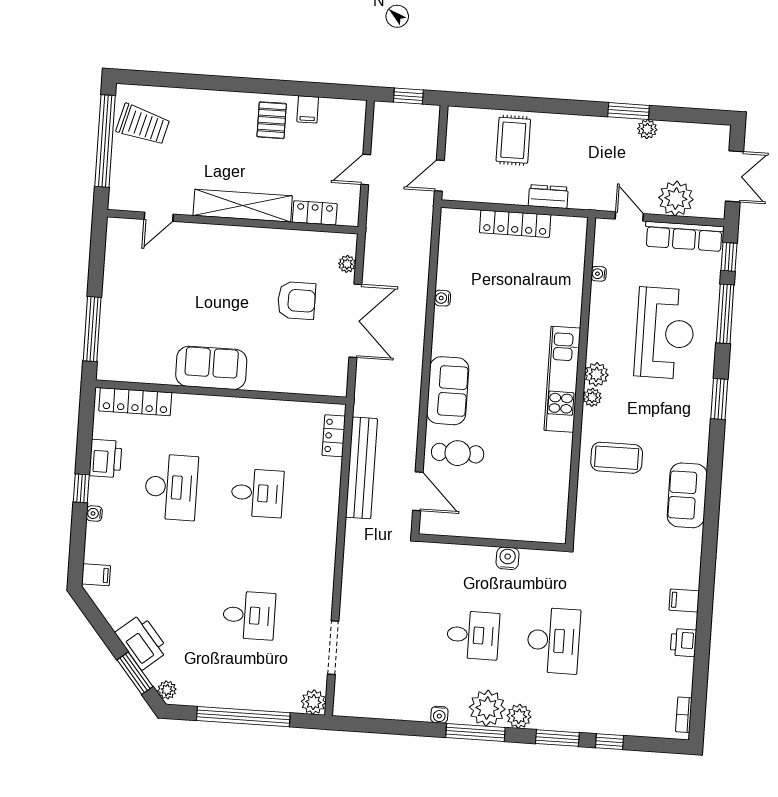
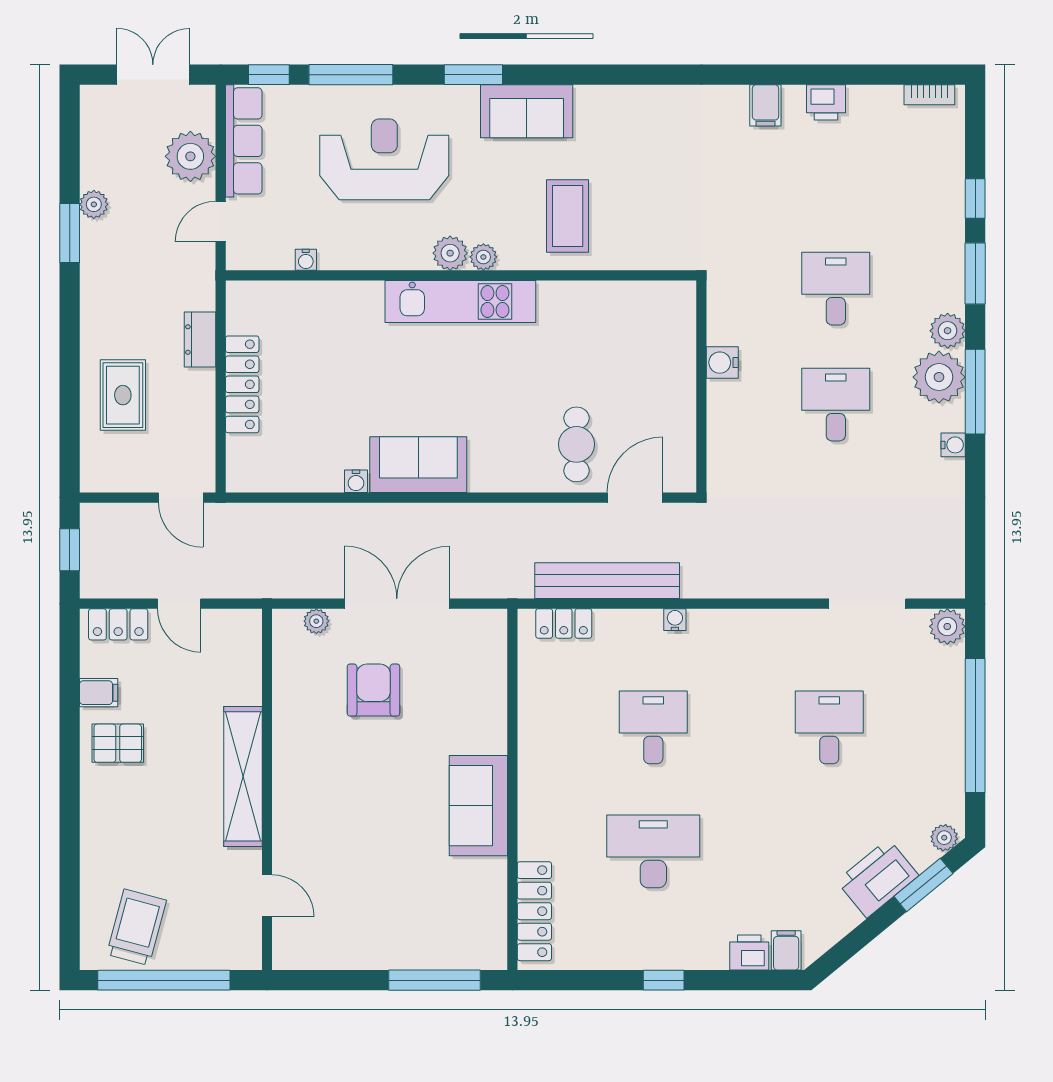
rug: (513, 140) -> (123, 395), turned 90
locker: (315, 213) -> (118, 624), moved, turned -90
sofa: (448, 391) -> (418, 465), moved
printer: (106, 458) -> (749, 952), moved, width x0.73, depth x0.81
sofa: (687, 495) -> (527, 111), moved
water cooler: (94, 514) -> (675, 620), moved, turned 180
desk: (554, 641) -> (836, 289), width x0.73

